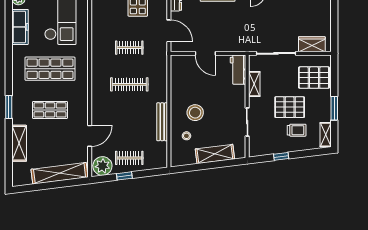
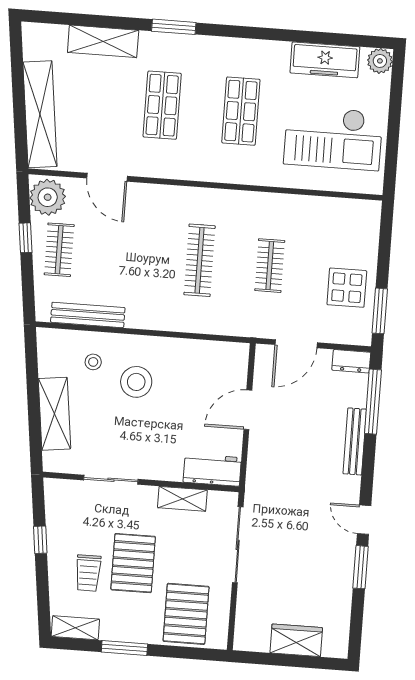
wardrobe: (312, 44) -> (296, 640), moved, turned -90
shop shelf: (50, 69) -> (241, 111), width x0.70, depth x0.74
bench: (162, 122) -> (88, 315), moved

